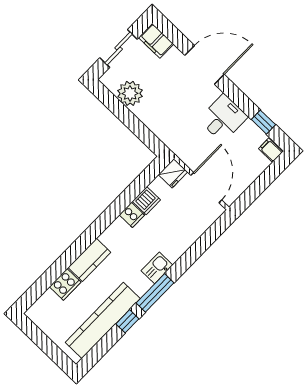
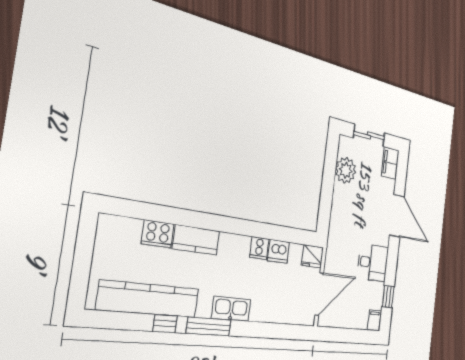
kitchen sink: (157, 268) -> (231, 309), width x1.38

